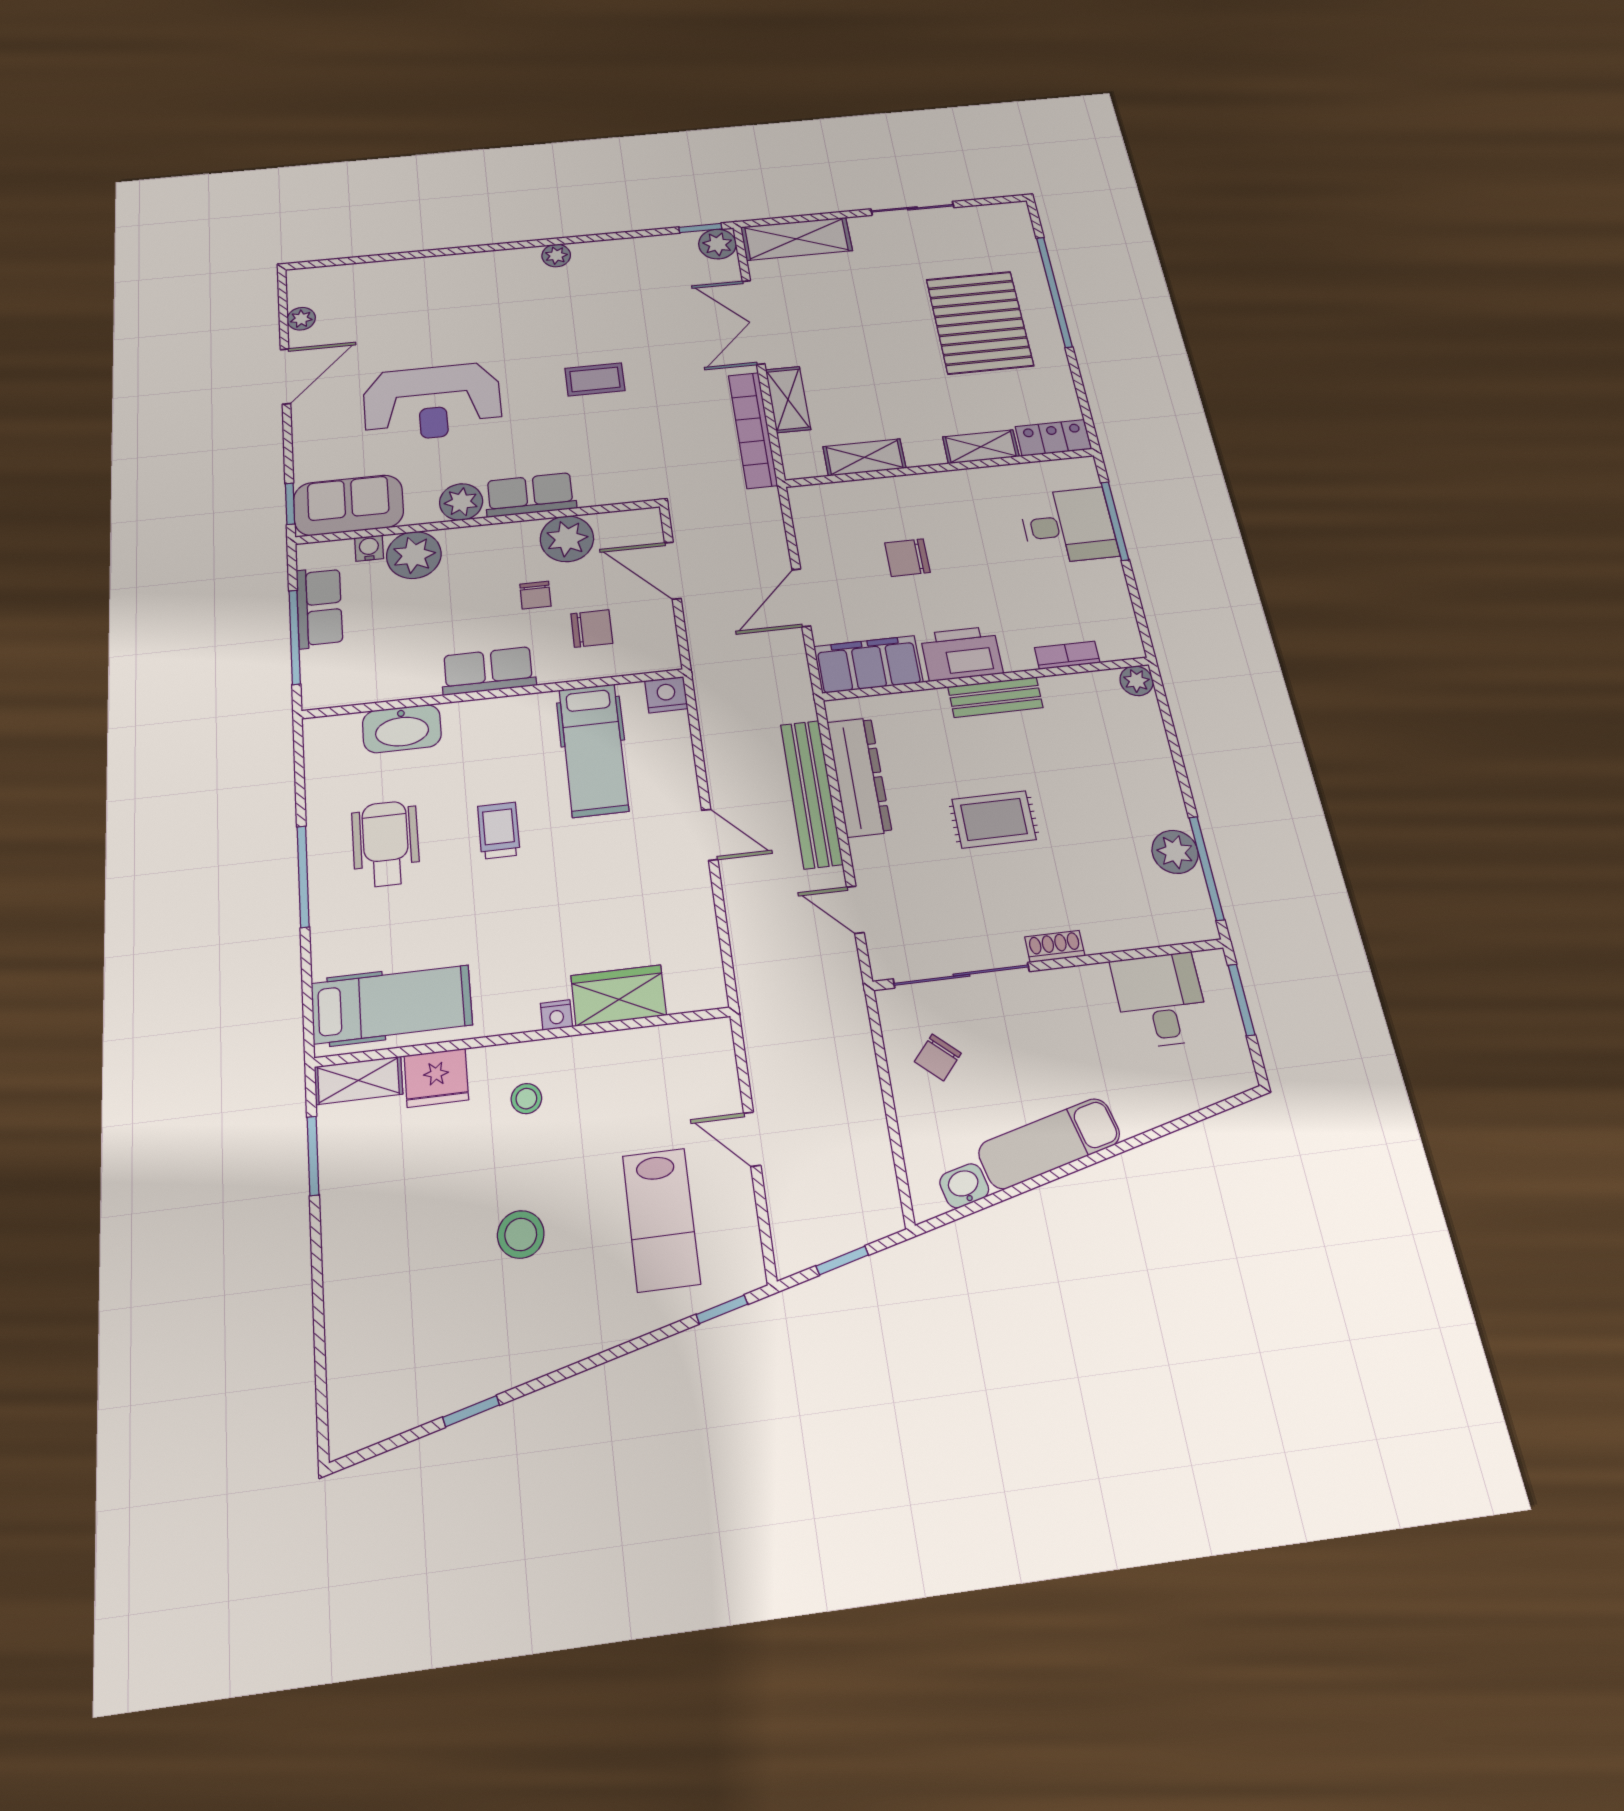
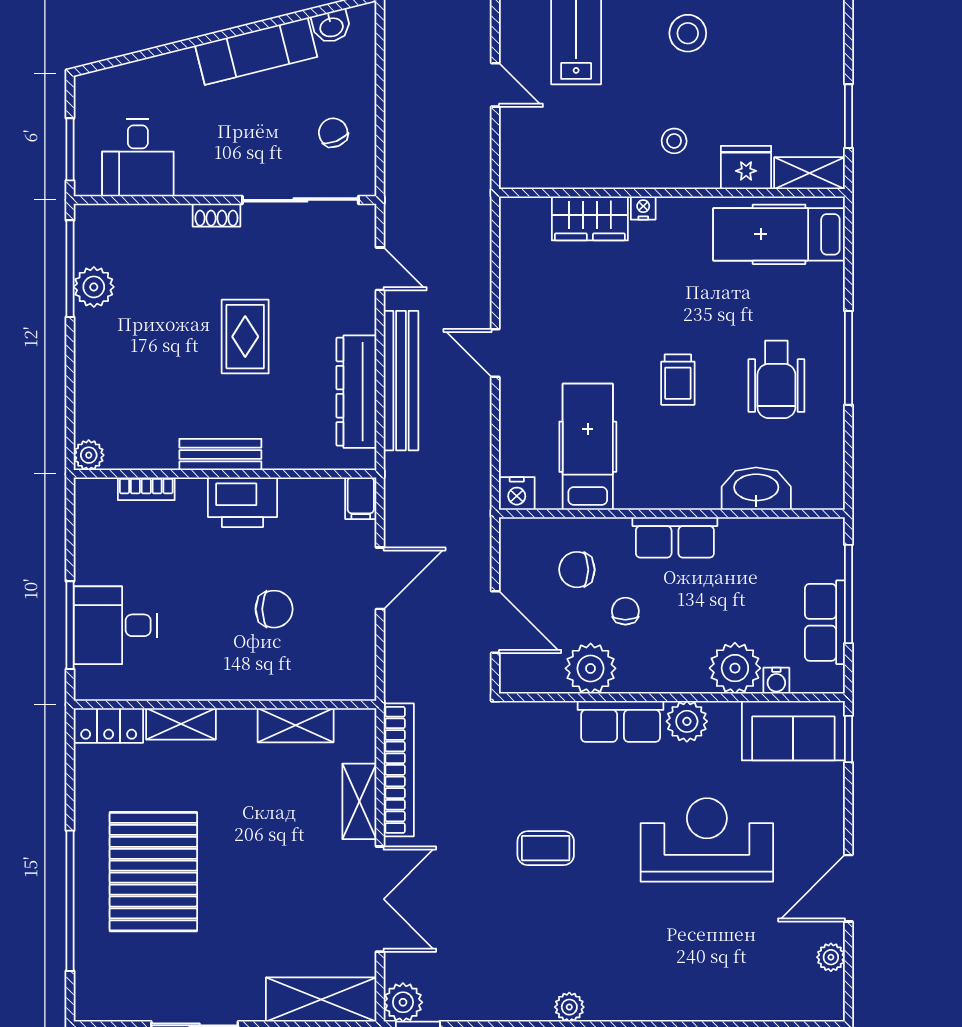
filing cabinet: (868, 664) -> (361, 498), width x0.33, depth x0.86
rug: (994, 819) -> (245, 337), turned 90
chair: (938, 1057) -> (333, 133), turned -64

